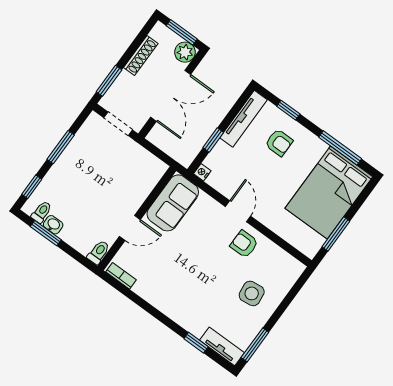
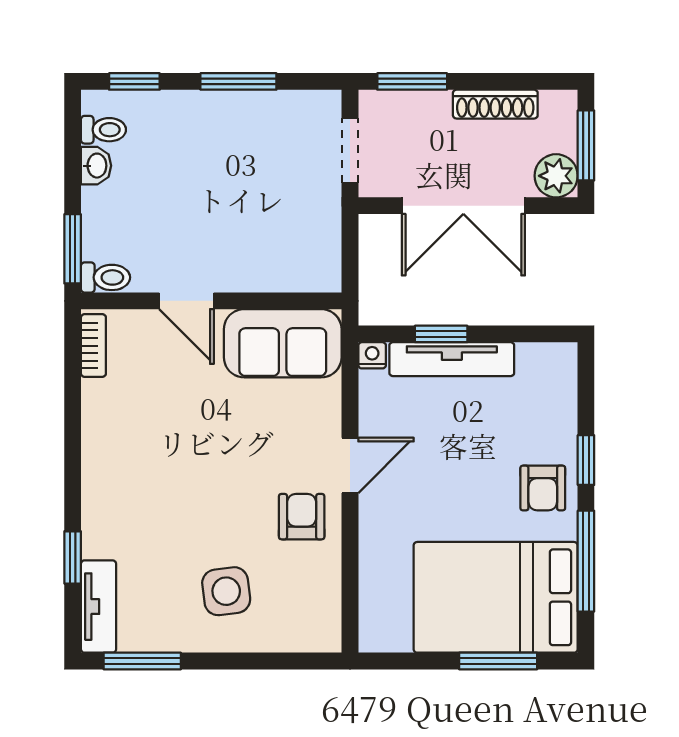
window: (288, 110) -> (586, 460), moved
tv unit: (244, 119) -> (452, 359), moved
armchair: (279, 143) -> (543, 488), moved
window: (46, 233) -> (73, 249), moved
window: (336, 234) -> (498, 661), moved

